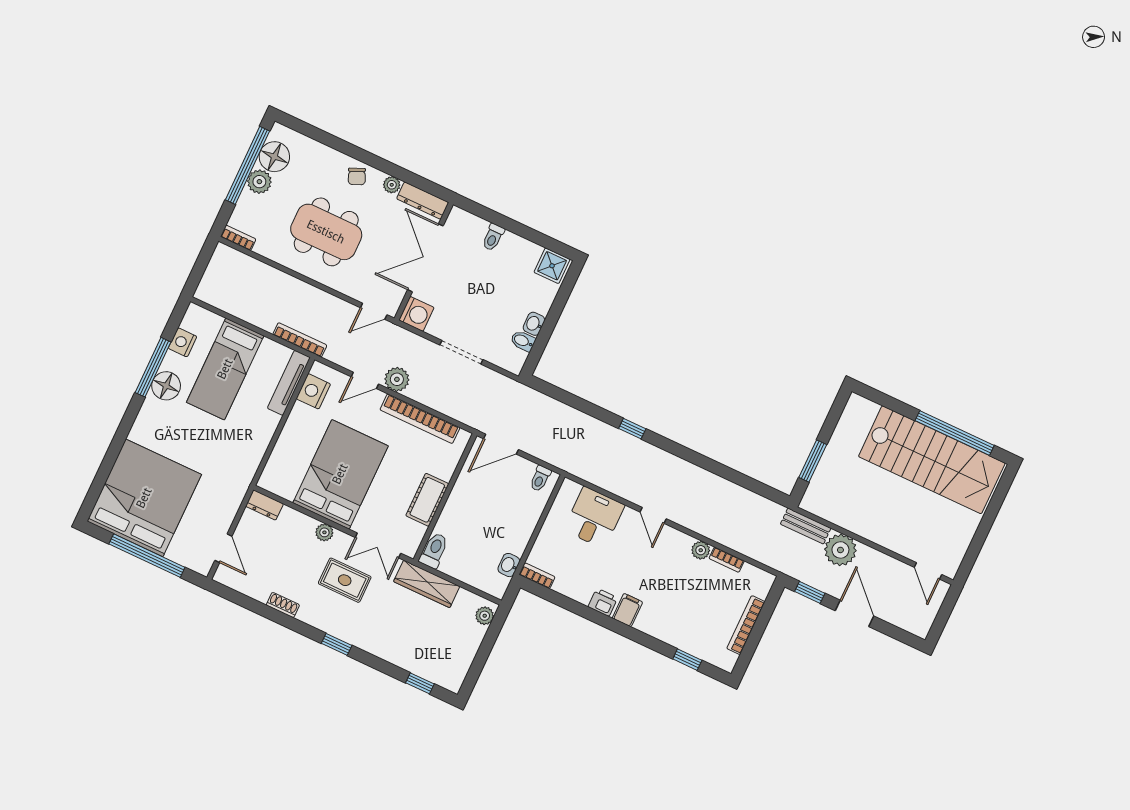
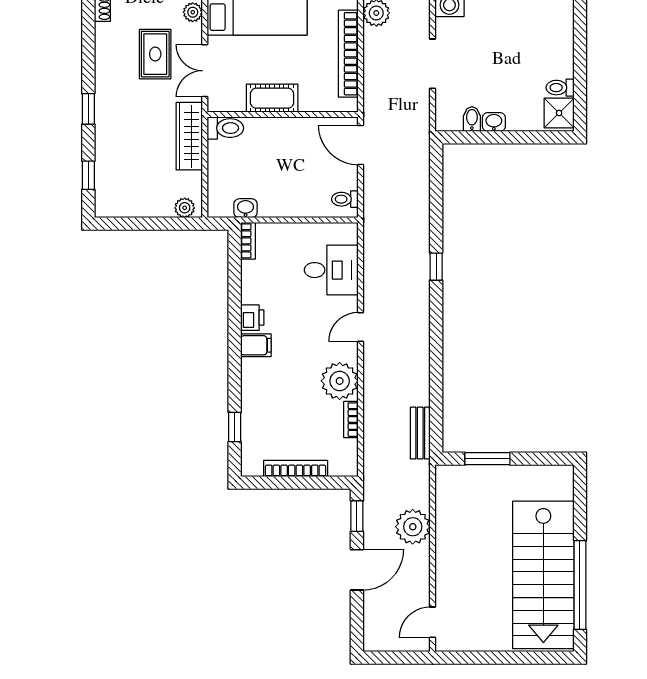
toilet: (493, 237) -> (560, 88), moved
bench: (806, 526) -> (420, 433), moved
plant: (701, 550) -> (340, 381), width x1.87, depth x1.87
window: (337, 644) -> (88, 109), moved

